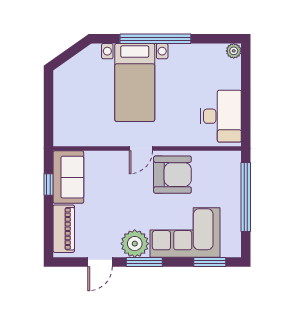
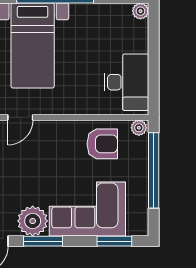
door: (141, 149) -> (20, 117), moved
plant: (232, 158) -> (139, 128), added
armchair: (172, 175) -> (102, 144), moved, width x0.73, depth x0.73

